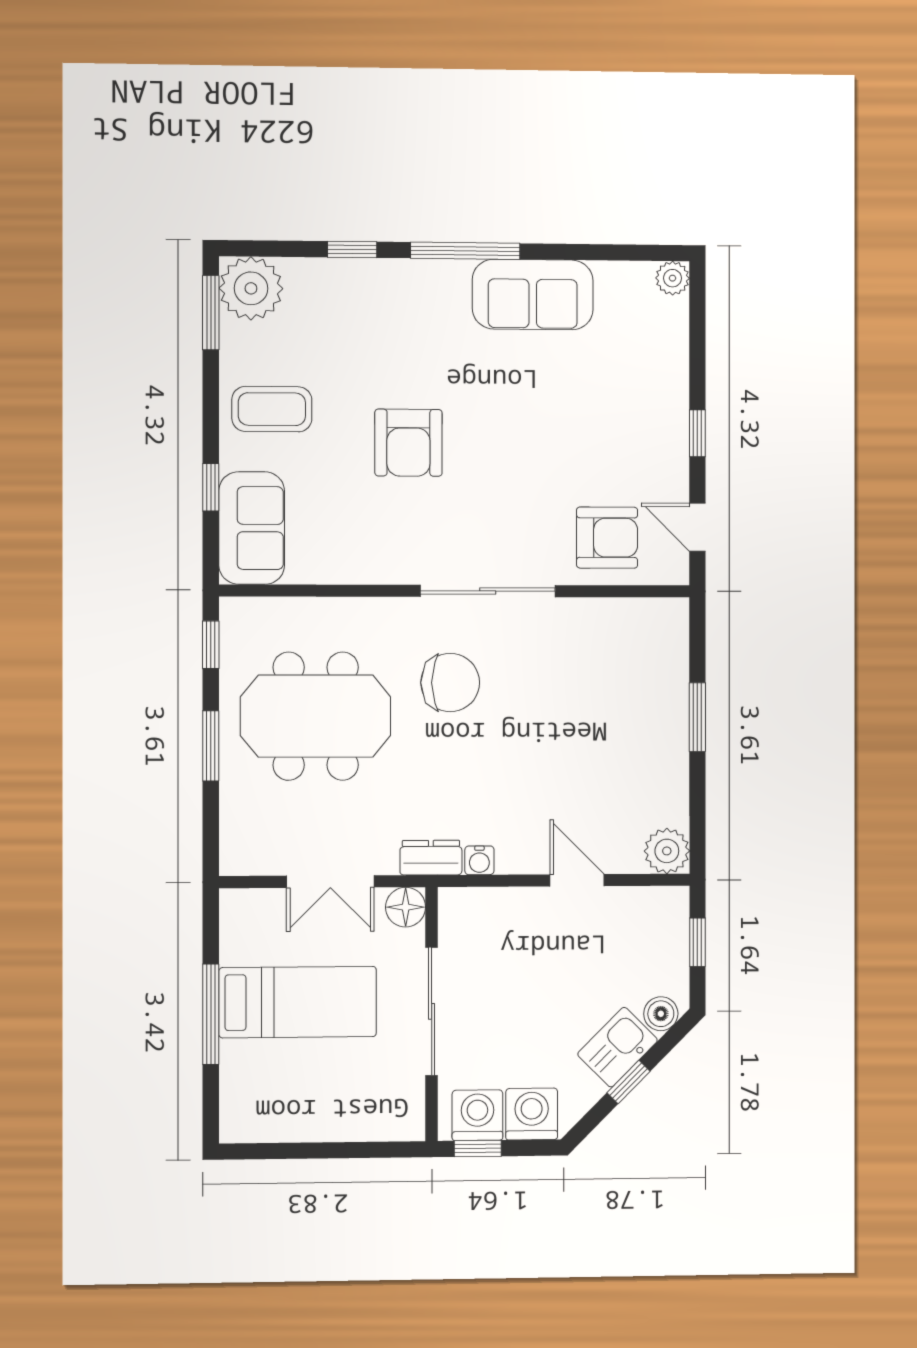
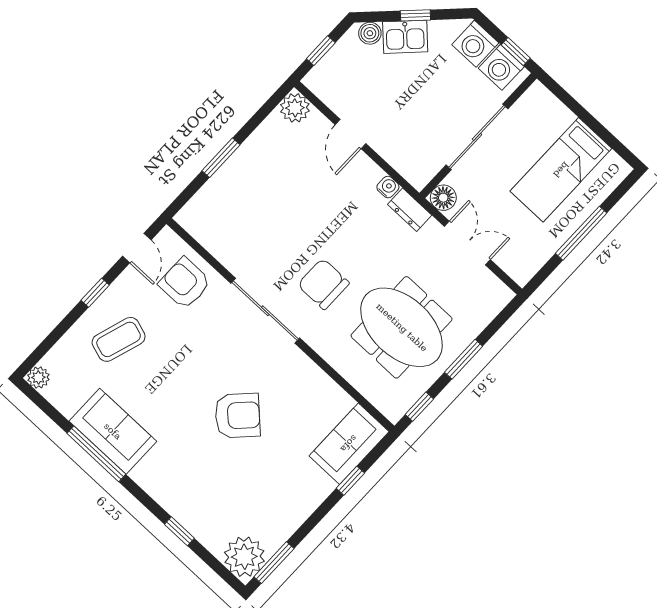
window: (465, 251) -> (96, 454), moved
coffee table: (272, 409) -> (119, 339), moved, turned -72
armchair: (408, 443) -> (238, 416), turned 44
bed: (298, 1002) -> (561, 170), moved, turned -90

